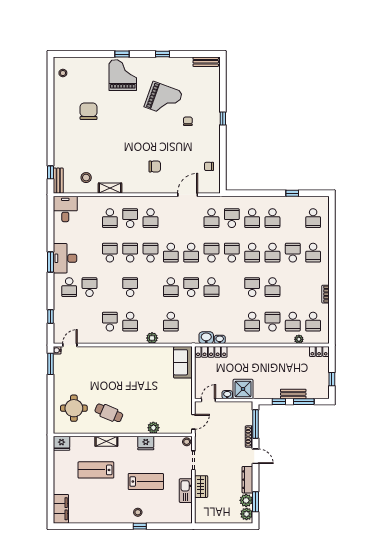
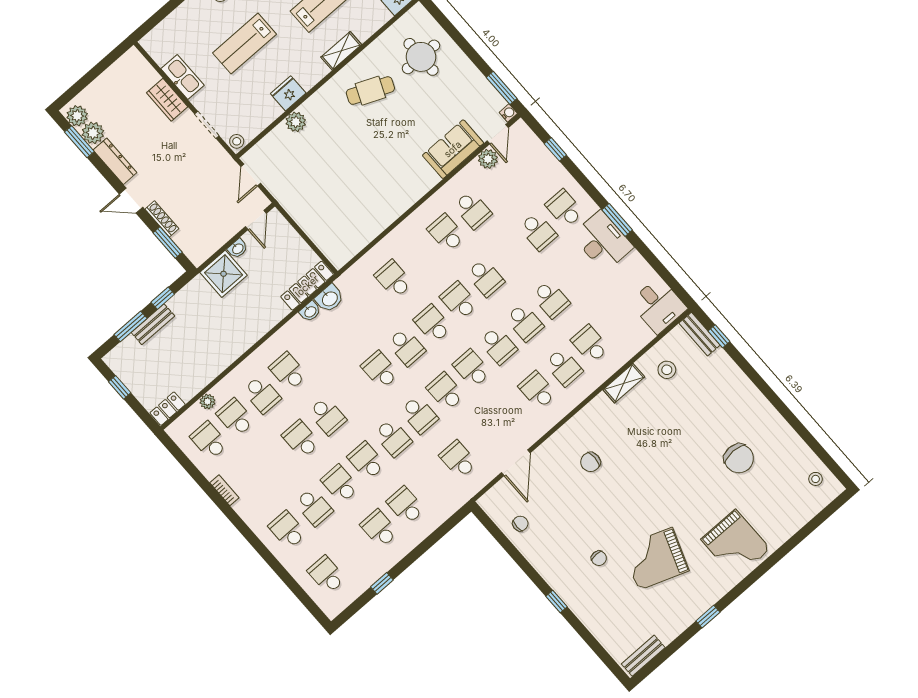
window: (122, 54) -> (761, 570), removed
school desk: (232, 218) -> (459, 301), moved, turned 180
plant: (152, 338) -> (488, 159), moved
sofa: (183, 362) -> (453, 149), moved, turned -90
window: (255, 424) -> (168, 243), width x0.69

